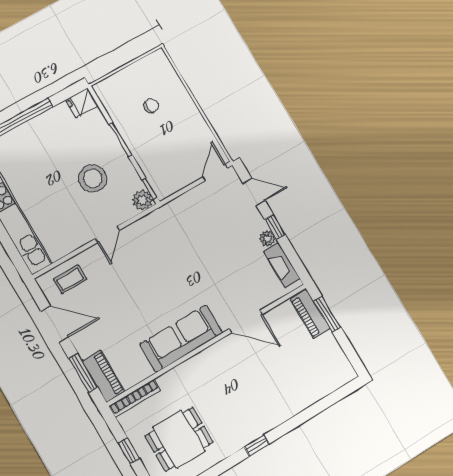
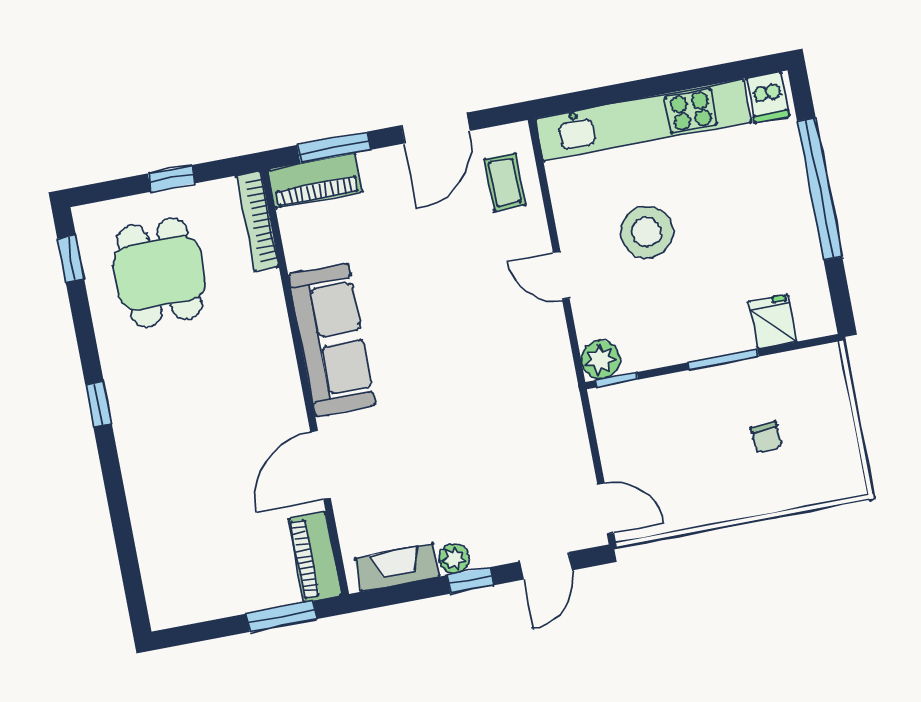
fridge: (82, 103) -> (773, 322), moved
stool: (93, 178) -> (647, 232), moved
piano: (310, 314) -> (315, 557), moved, turned -90

